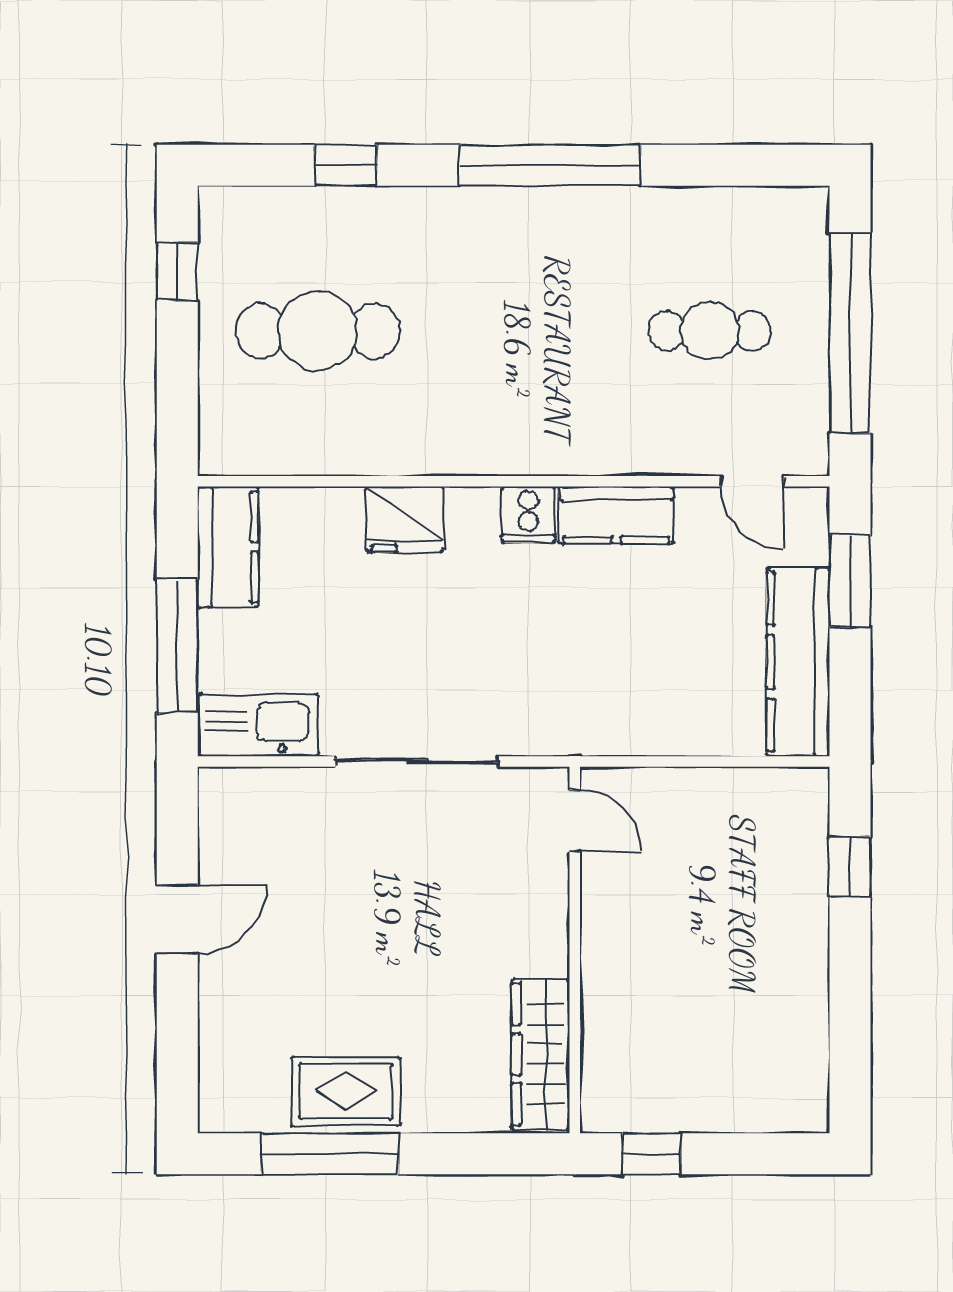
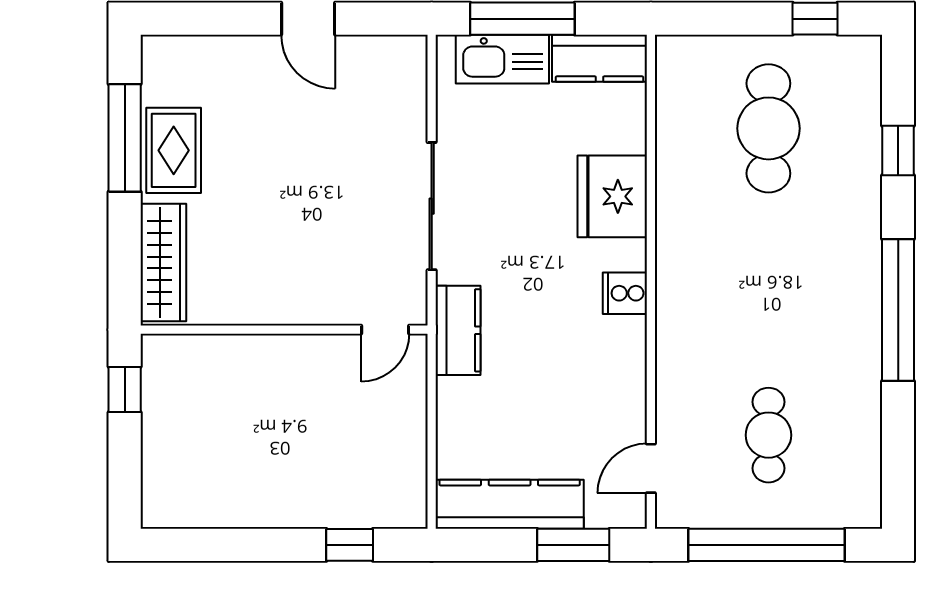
kitchen counter: (616, 515) -> (458, 330), moved, turned 180
fridge: (405, 519) -> (612, 196), width x1.36, depth x1.34
kitchen sink: (259, 725) -> (502, 59), moved, turned 90
wardrobe: (541, 1054) -> (163, 263), moved, turned 90

